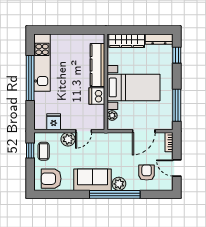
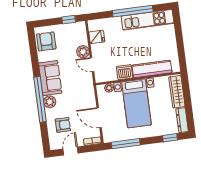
coffee table: (44, 151) -> (70, 32), removed

